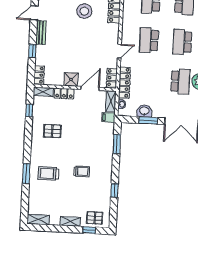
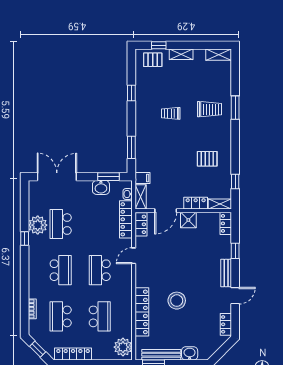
school desk: (149, 40) -> (100, 270), turned 180
window: (148, 120) -> (108, 177), moved

